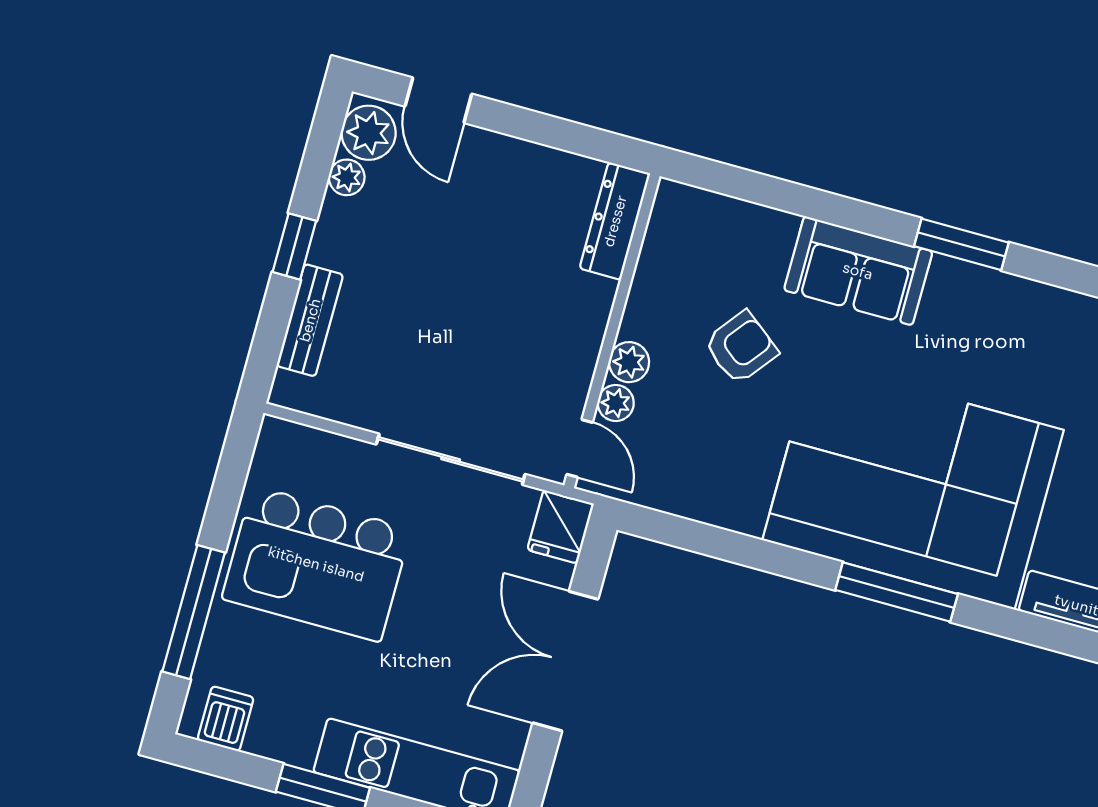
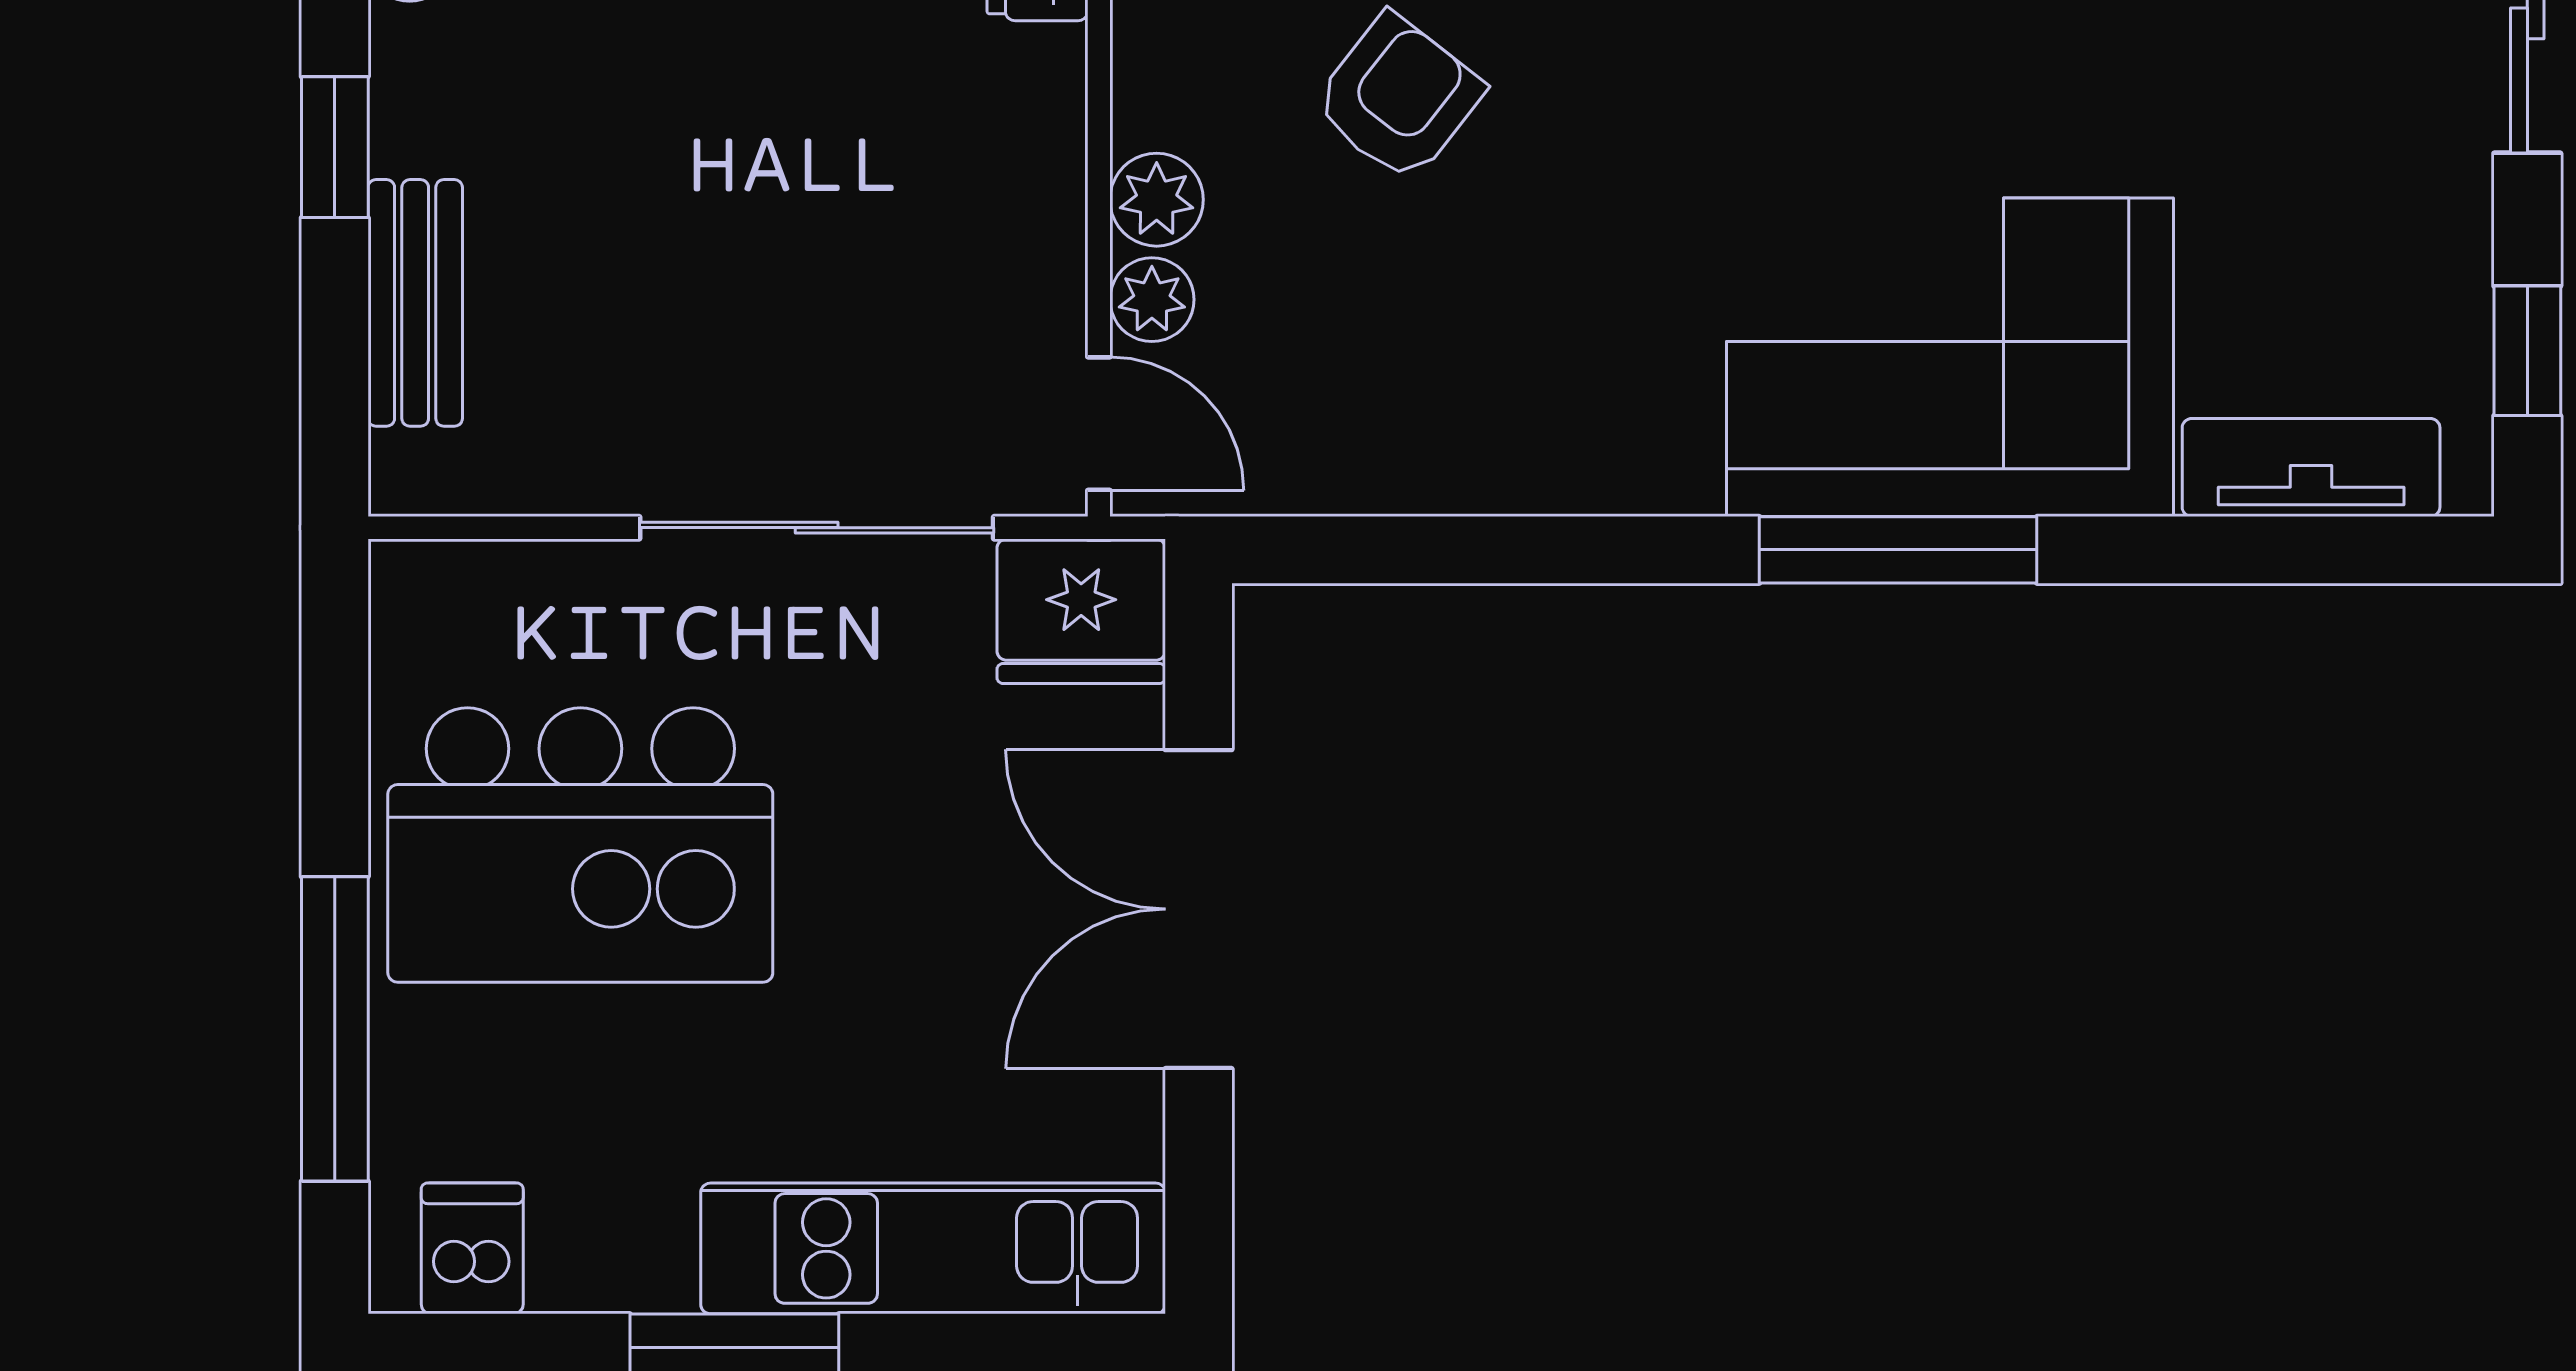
corner sofa: (913, 485) -> (1950, 357), width x0.73, depth x0.74
fridge: (561, 527) -> (1081, 611), width x1.38

